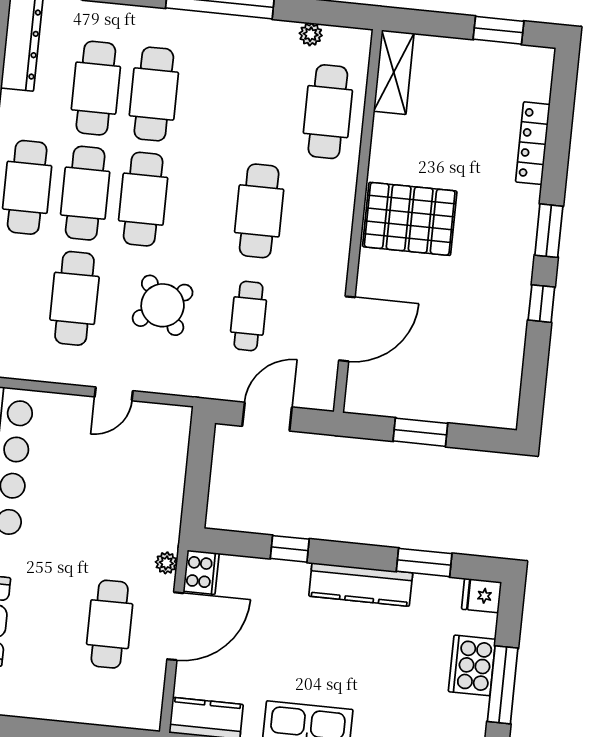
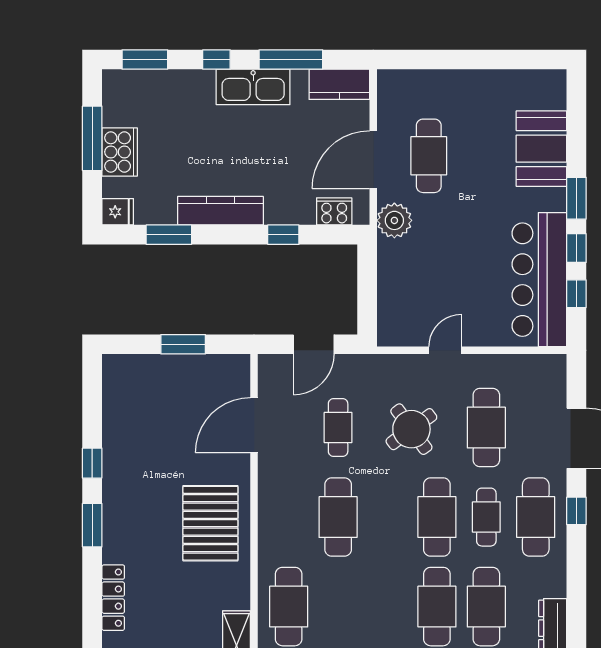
cafe table: (85, 193) -> (486, 517), width x0.73, depth x0.74
pallet: (410, 219) -> (210, 523), turned 90
plant: (166, 563) -> (394, 220), width x1.88, depth x1.88
cooker: (201, 572) -> (334, 211), moved, turned 90

